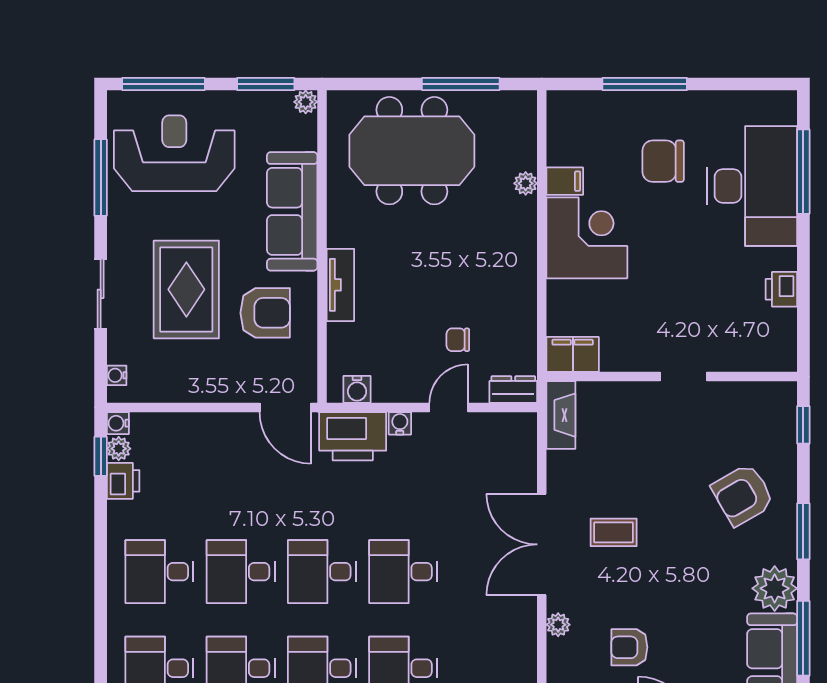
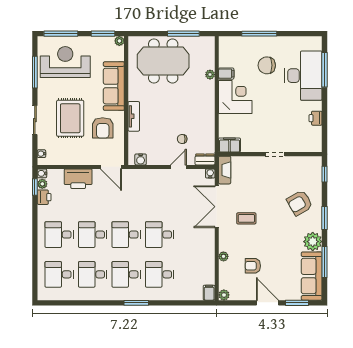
armchair: (265, 313) -> (103, 128), turned 90
water cooler: (400, 423) -> (210, 173), moved
printer: (353, 436) -> (78, 179), moved
double door: (542, 544) -> (217, 207), moved

